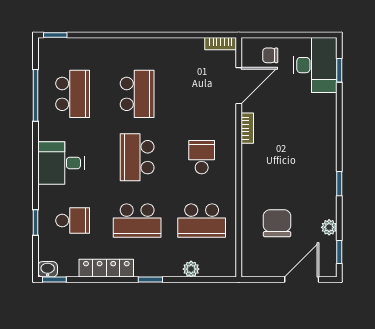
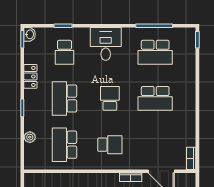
school desk: (137, 157) -> (110, 98), width x0.54
locker: (106, 268) -> (30, 76), width x0.66

